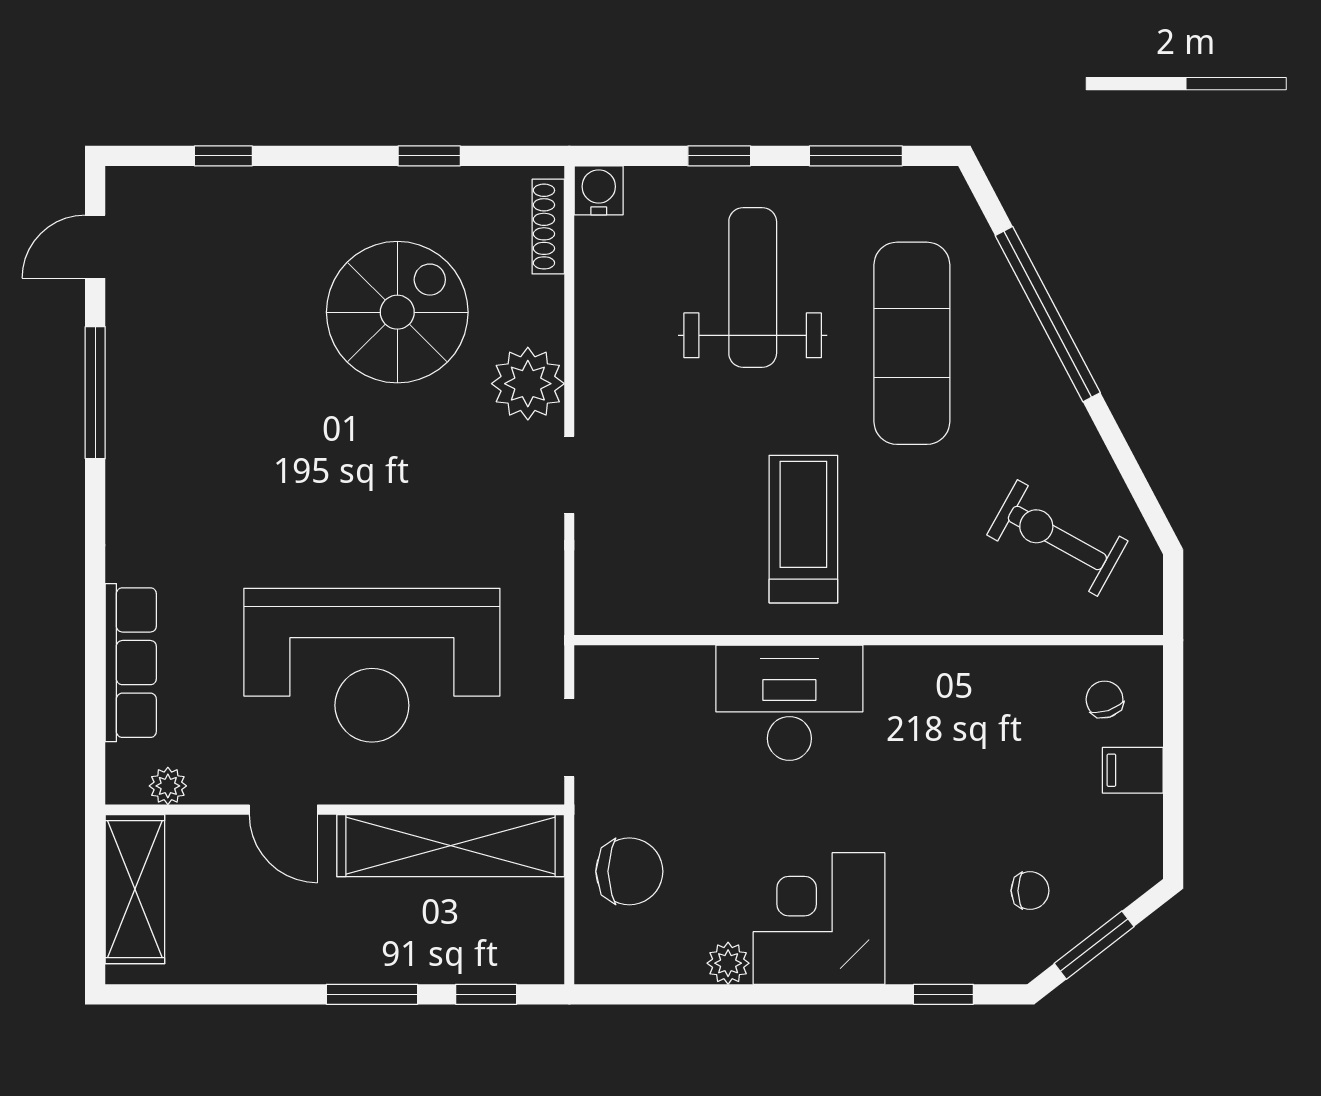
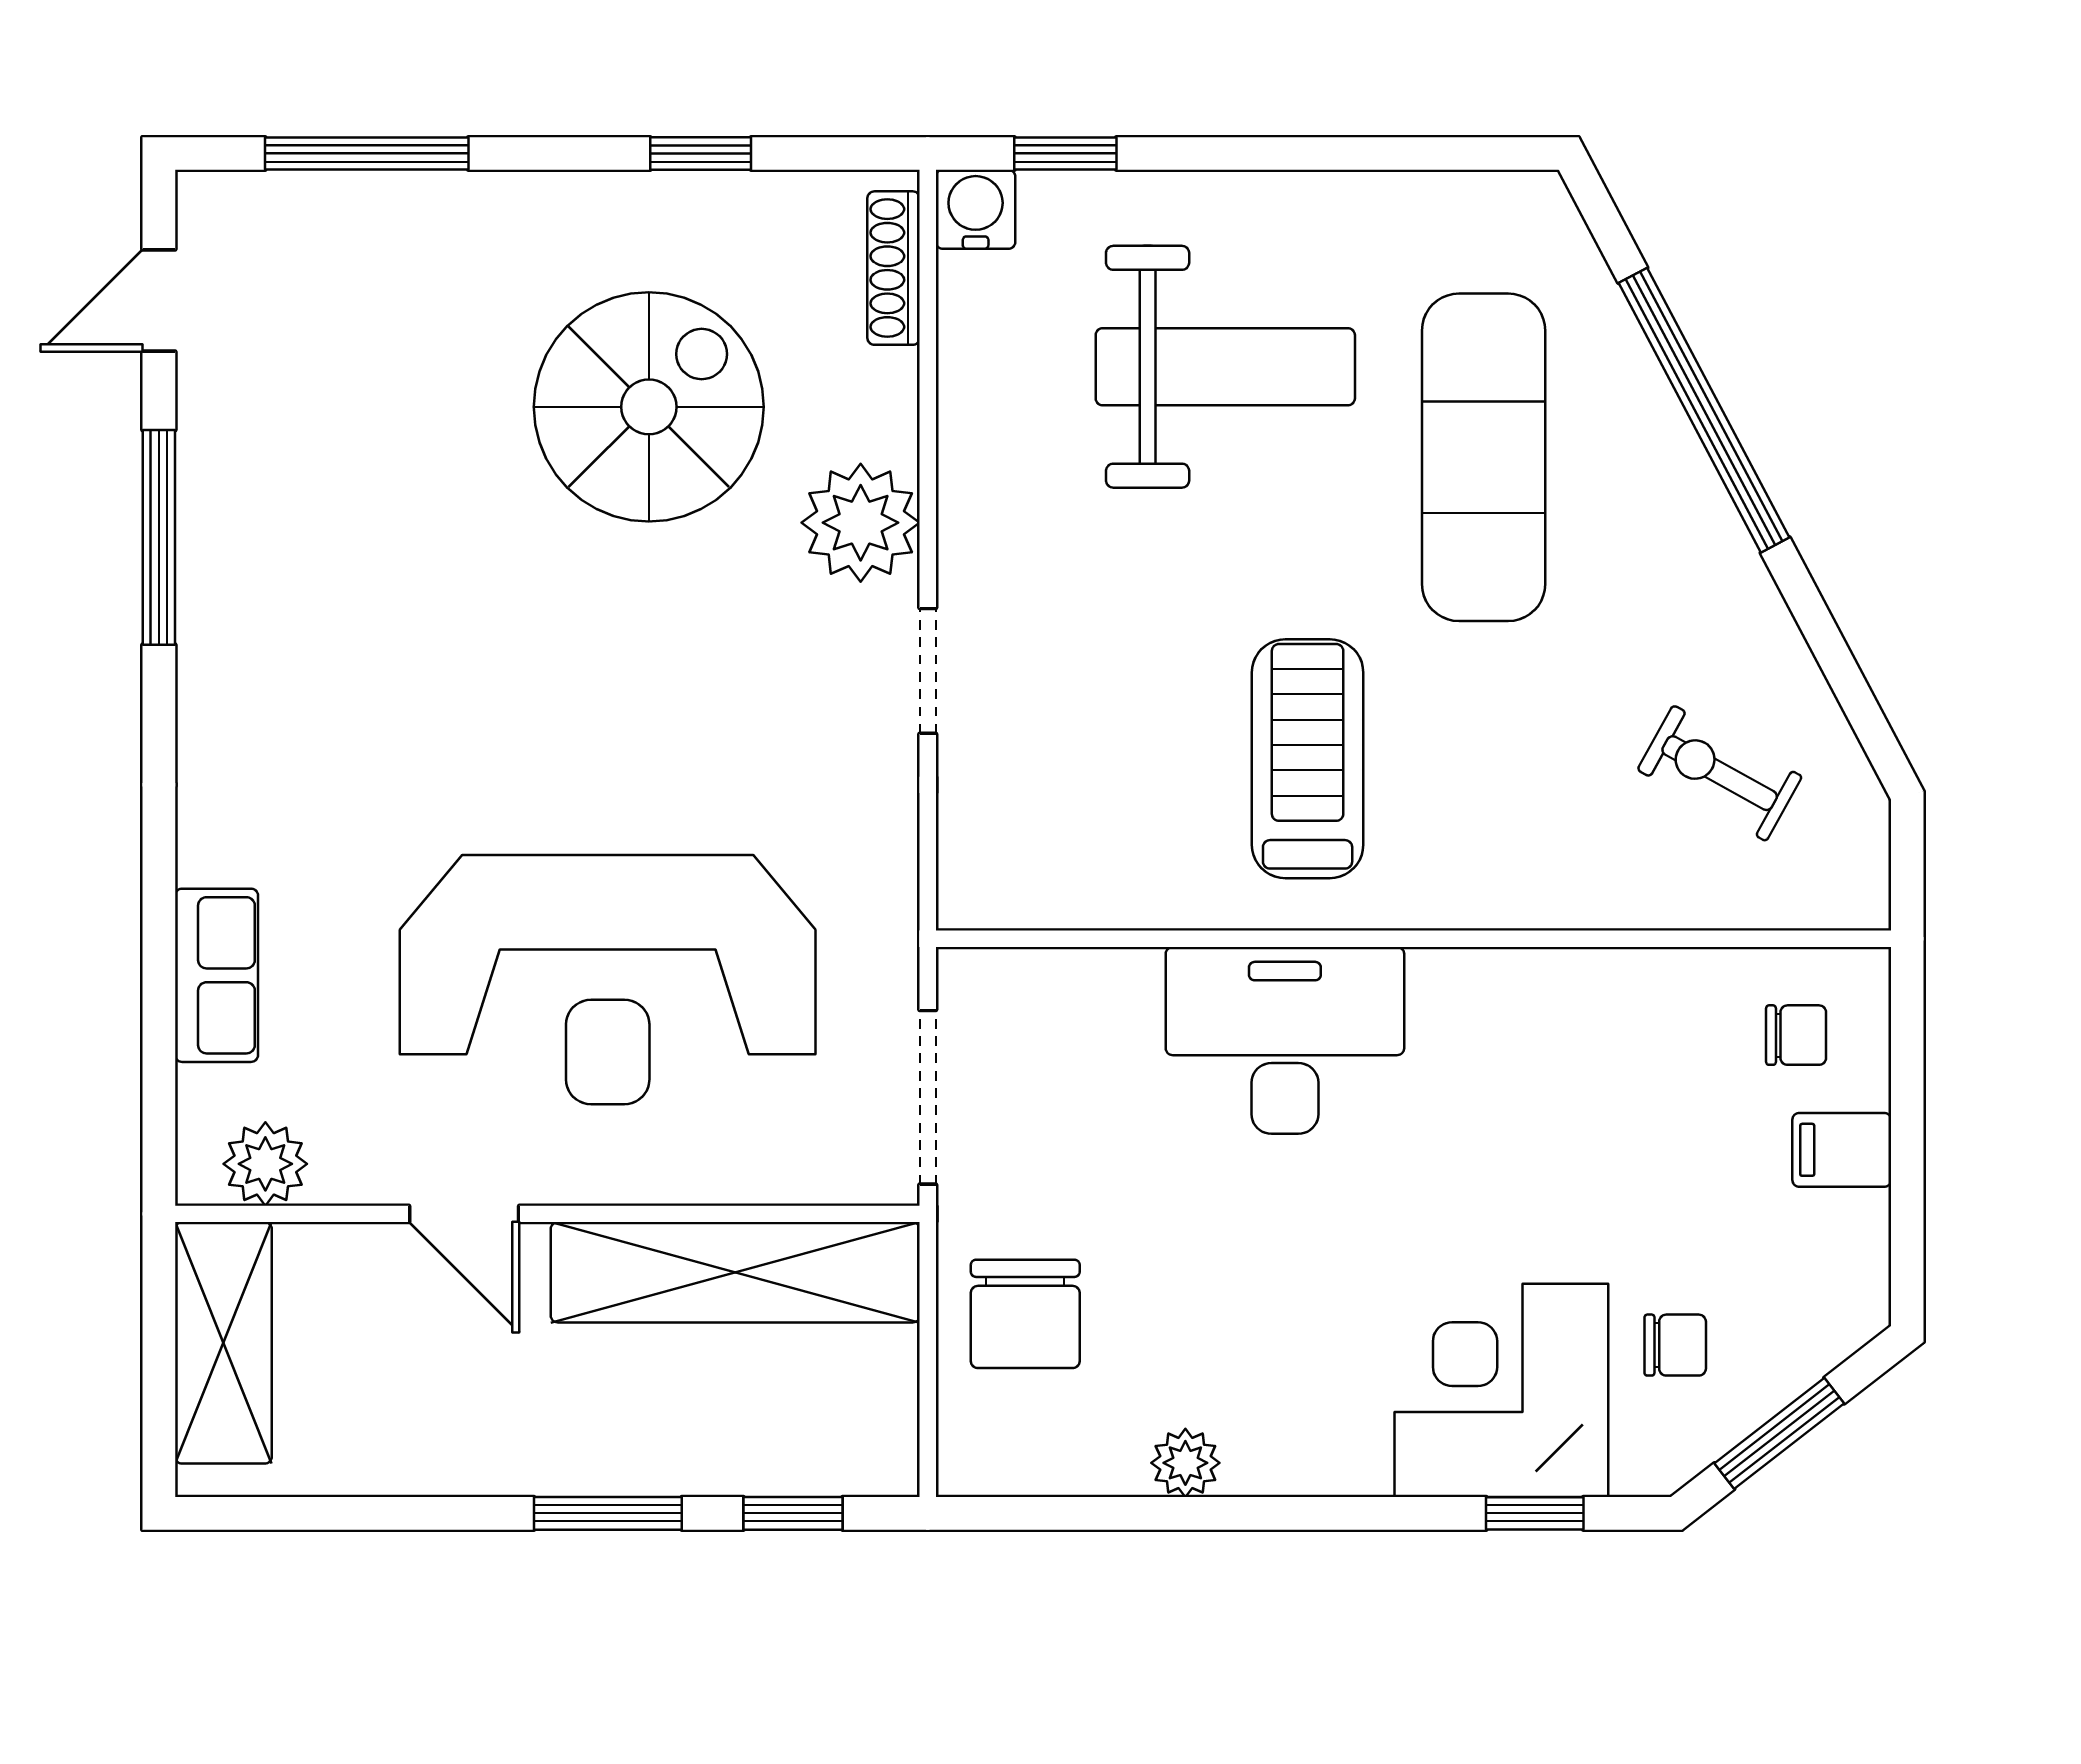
window: (223, 156) -> (367, 153), width x2.17
window: (719, 156) -> (1065, 153), moved
window: (856, 156) -> (1393, 153), removed
weight bench: (753, 287) -> (1225, 367), turned 90
exercise bike: (1057, 538) -> (1720, 773), width x0.73, depth x0.72
row of seats: (131, 663) -> (216, 975), width x0.68
chair: (1105, 699) -> (1796, 1035), turned 108
doorway: (569, 738) -> (928, 1097), width x1.38
plant: (168, 786) -> (265, 1164), width x1.38, depth x1.38
chair: (629, 871) -> (1025, 1314), turned 90
corner desk: (819, 919) -> (1501, 1390), moved

